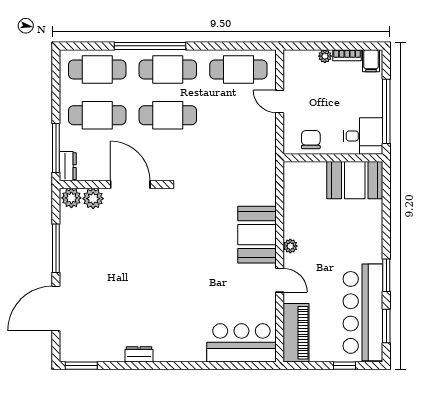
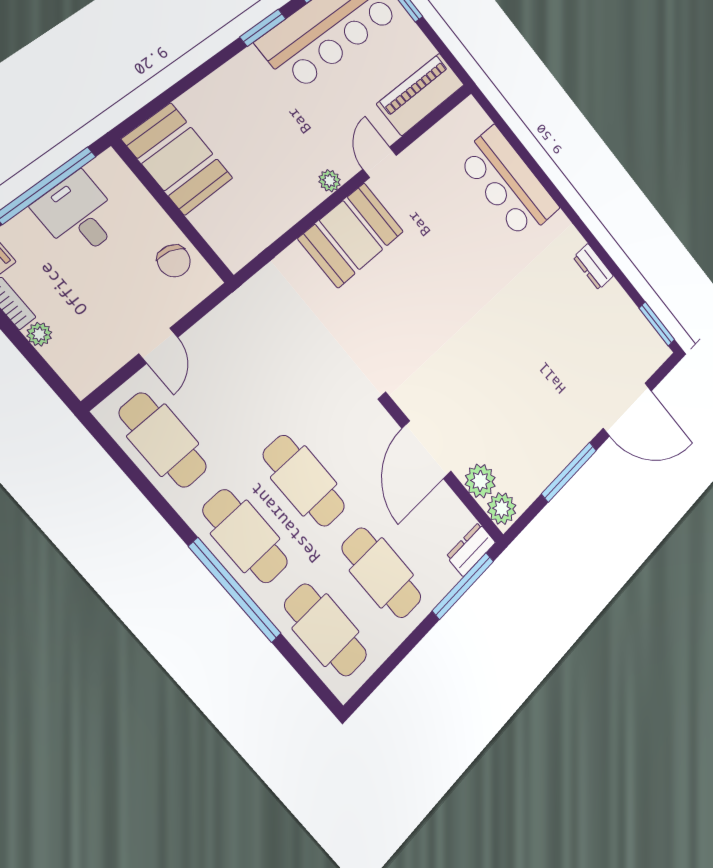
desk: (363, 136) -> (78, 215), moved
chair: (311, 140) -> (174, 261), turned -75
bar counter: (241, 343) -> (508, 183), moved

